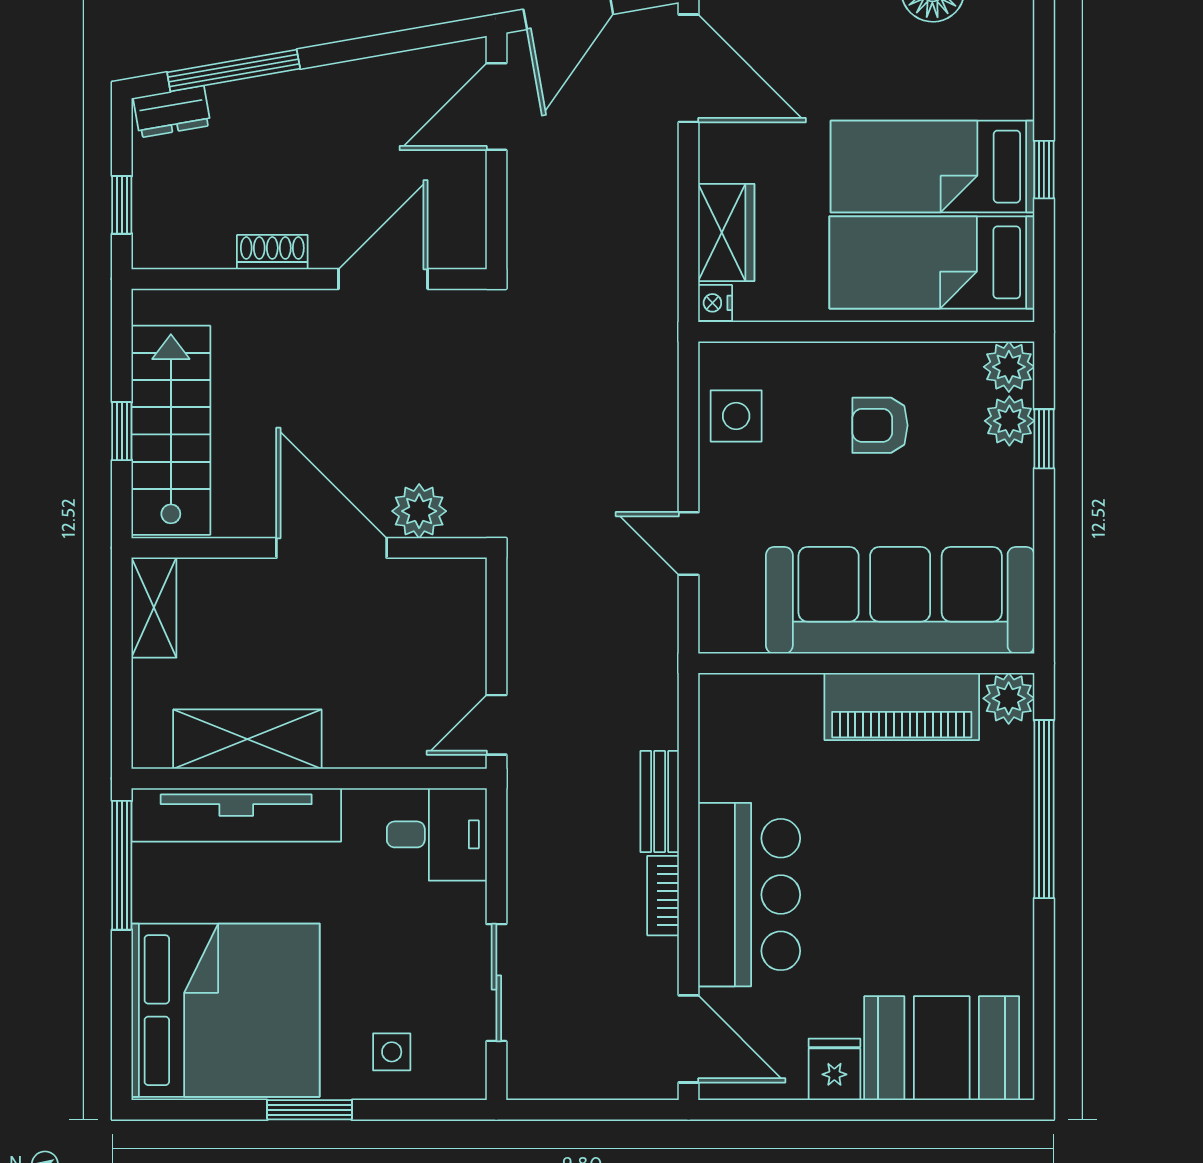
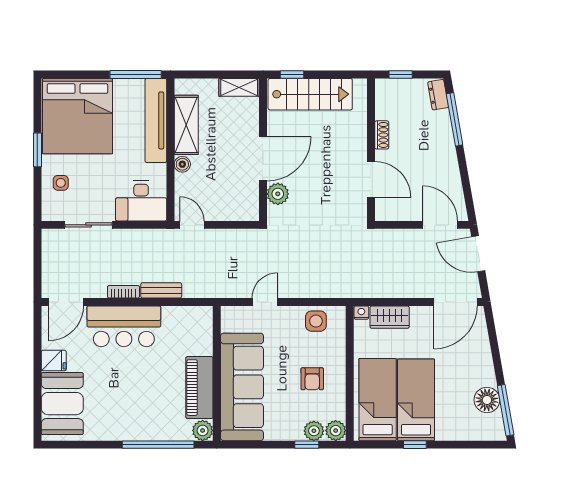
armchair: (880, 425) -> (312, 379), turned 180
window: (122, 431) -> (292, 75), moved
boiler: (345, 749) -> (182, 164), added
desk: (437, 834) -> (141, 201), width x1.37

